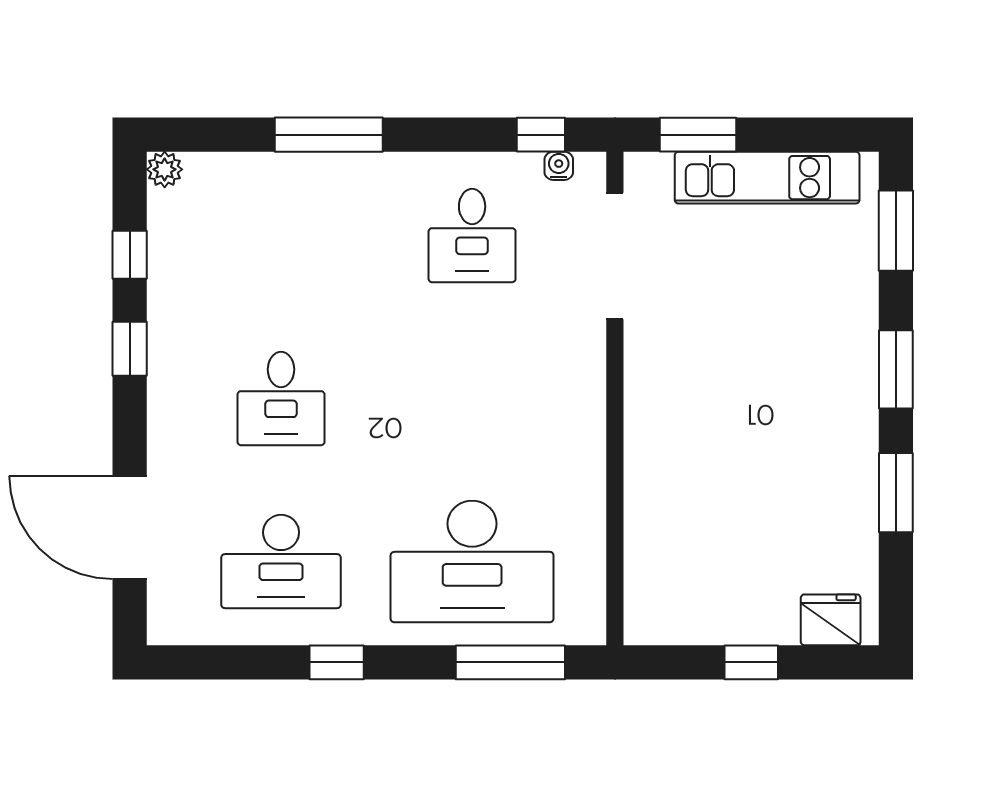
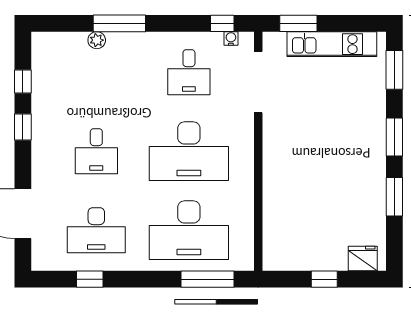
plant: (165, 169) -> (97, 40), moved
desk: (472, 399) -> (189, 151), added
window: (337, 662) -> (90, 279), moved

